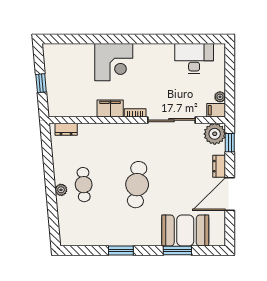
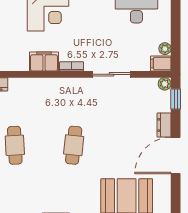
sliding door: (171, 120) -> (112, 74), width x0.73
plant: (215, 134) -> (165, 84), width x0.53, depth x0.53
cafe table: (137, 185) -> (74, 145), width x0.73, depth x0.74

